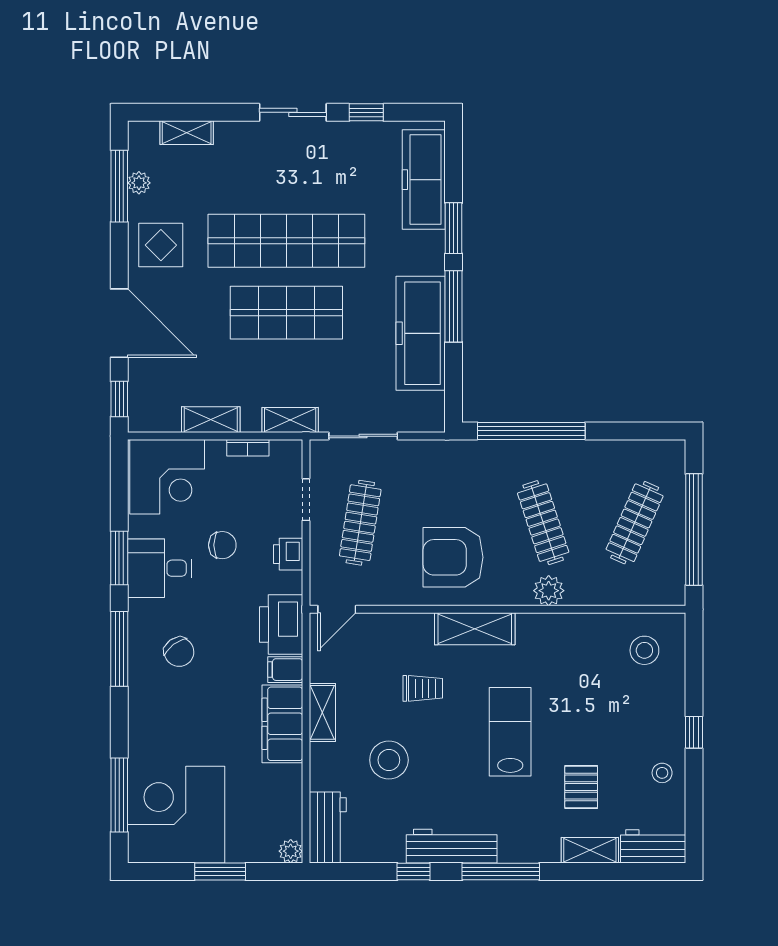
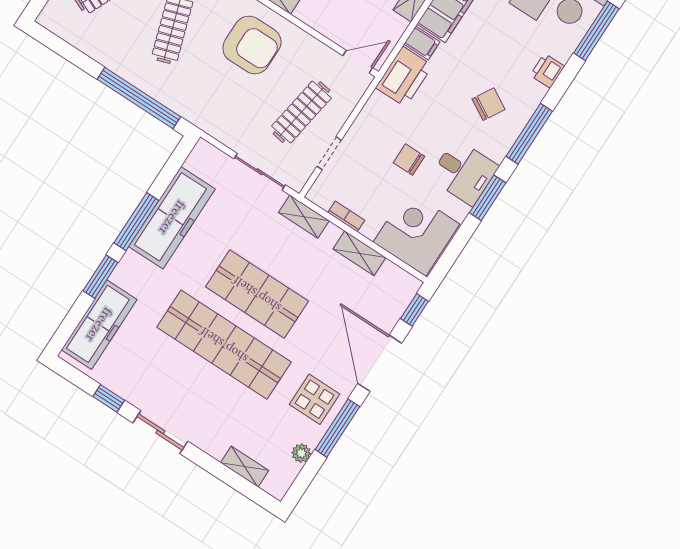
window: (119, 186) -> (337, 428), moved
printer: (288, 554) -> (547, 71), moved, turned 180
chair: (179, 652) -> (488, 104), turned 67

